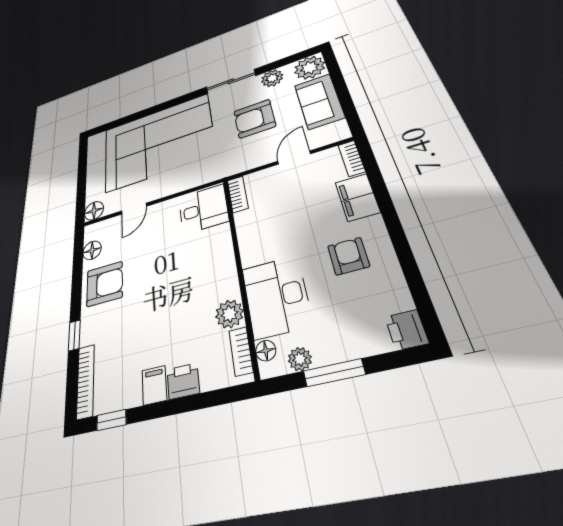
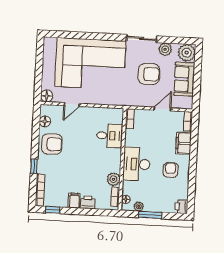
armchair: (254, 119) -> (149, 74), turned 180
desk: (203, 209) -> (110, 136), moved
desk: (276, 296) -> (137, 164), moved

